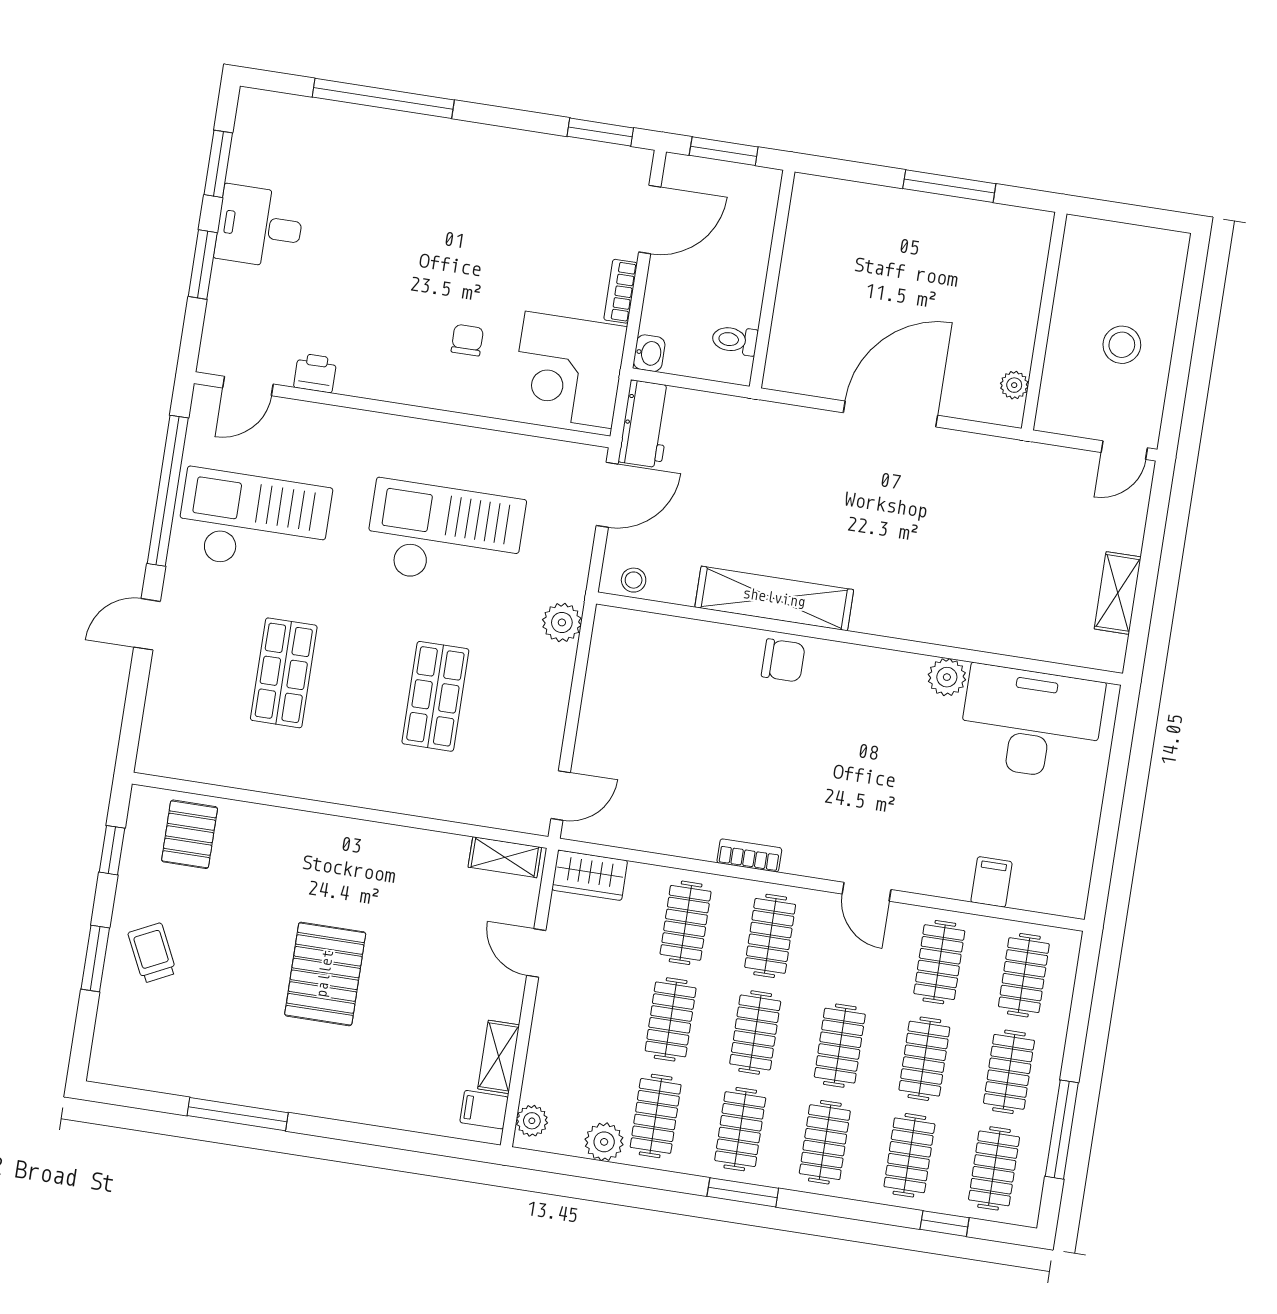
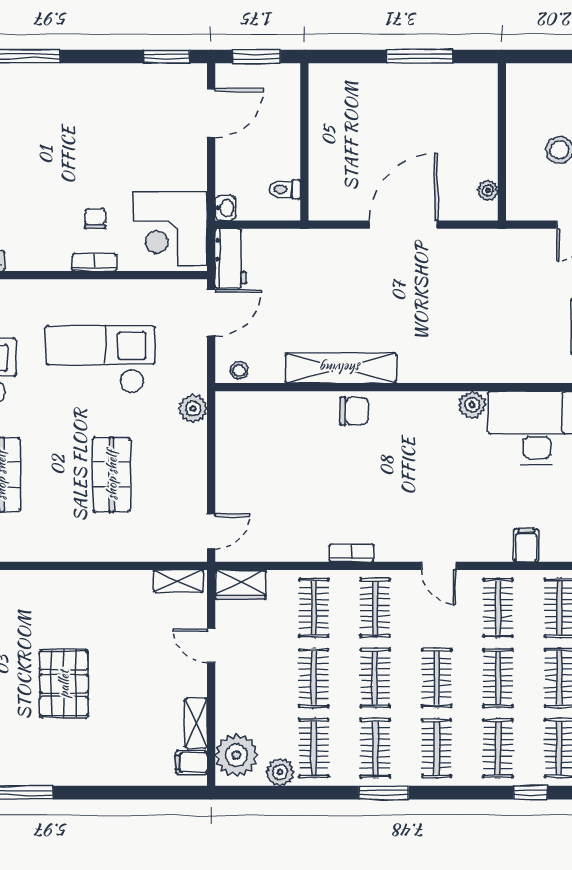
bookcase: (621, 291) -> (94, 262), moved, turned 90
plant: (532, 1121) -> (236, 755), width x1.88, depth x1.88

